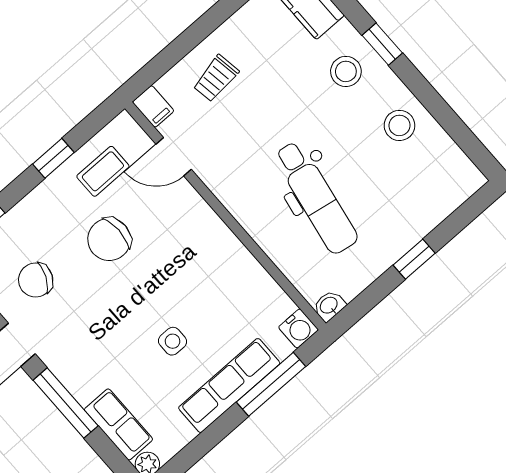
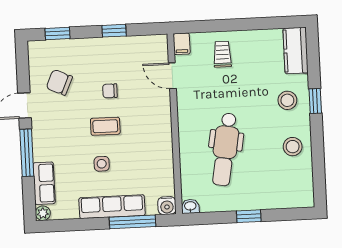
trolley: (216, 78) -> (222, 54), turned 99
coffee table: (103, 171) -> (105, 126), moved
chair: (109, 239) -> (110, 91), width x0.54, depth x0.54

